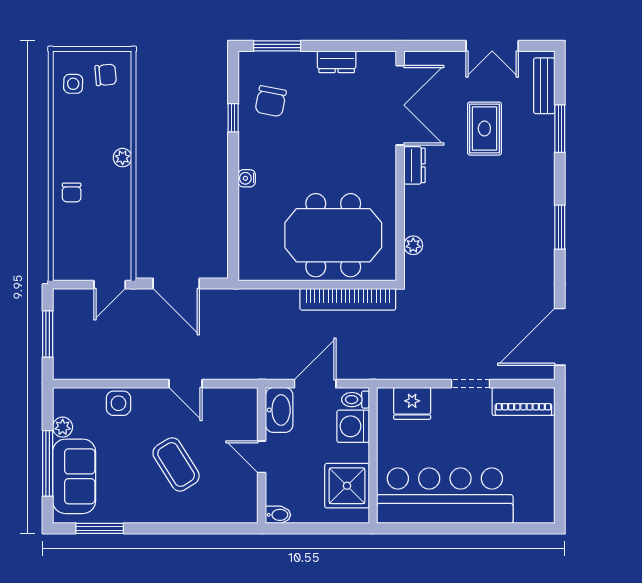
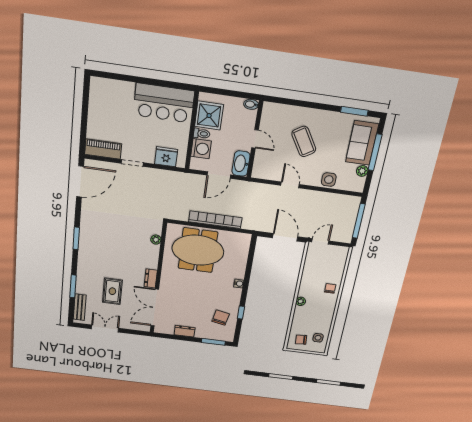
bookcase: (348, 299) -> (215, 220), moved
window: (48, 334) -> (359, 221), width x1.44
toilet: (355, 400) -> (202, 134), moved
bar counter: (445, 496) -> (164, 103), width x0.73

